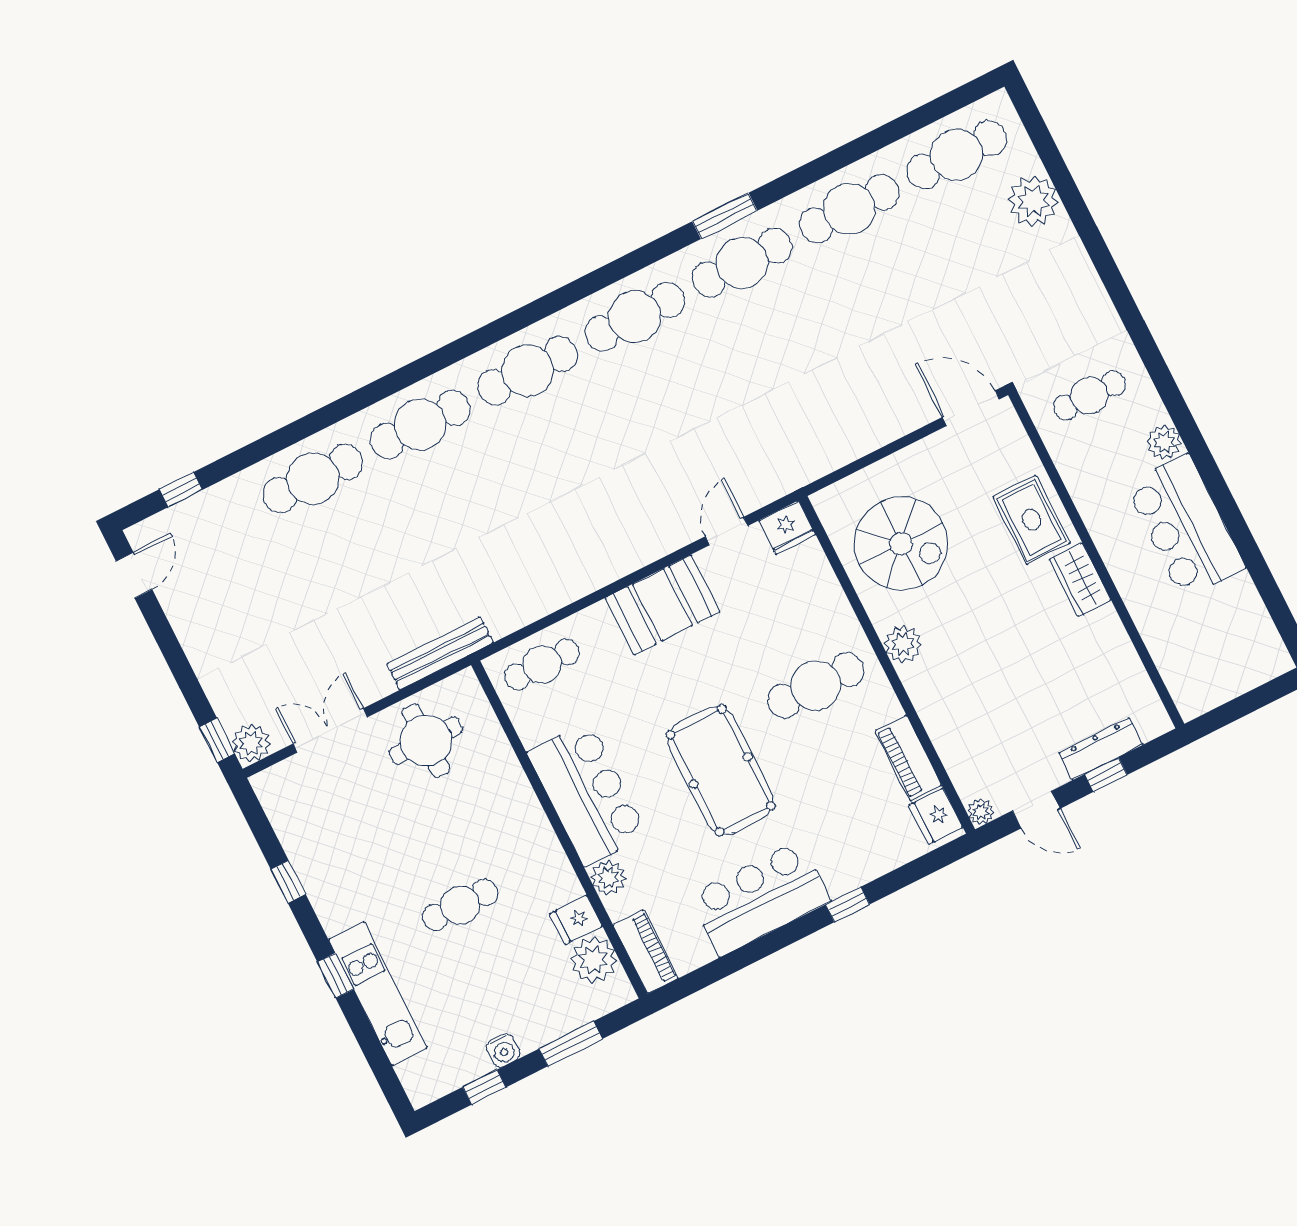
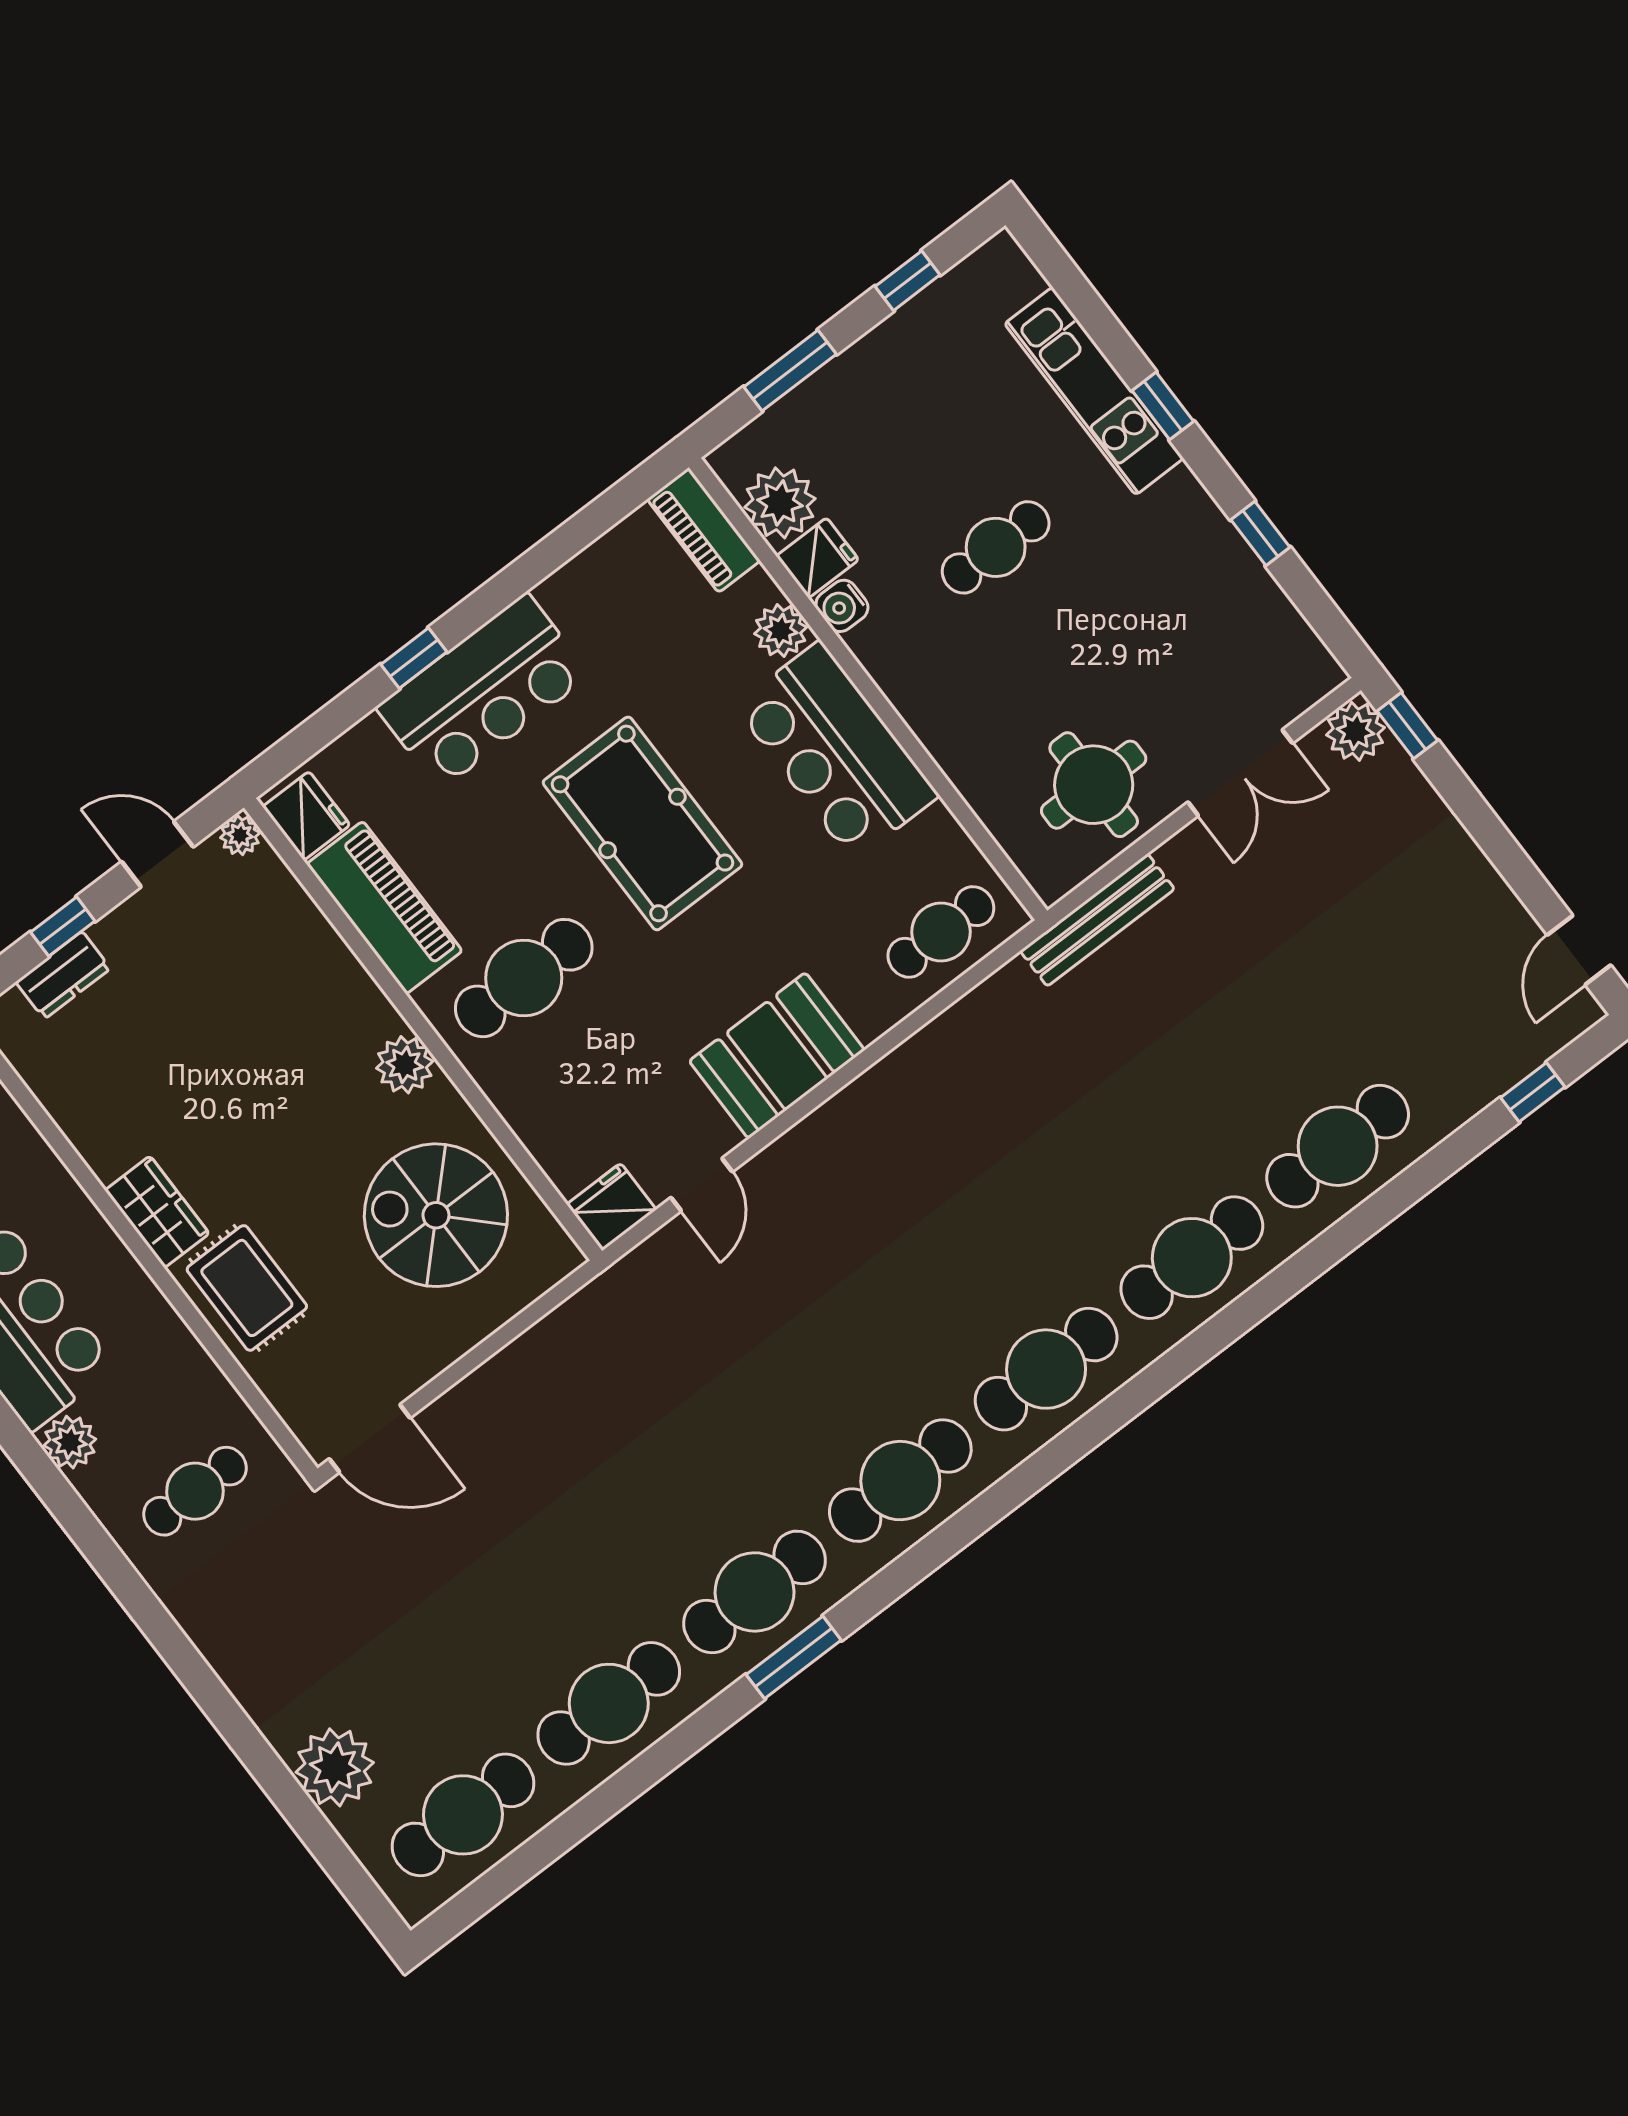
dresser: (1101, 749) -> (63, 975), width x0.70
piano: (908, 758) -> (384, 908), width x1.37, depth x1.33
bar counter: (760, 898) -> (483, 691), moved
water cooler: (503, 1050) -> (842, 606), moved, turned -90

